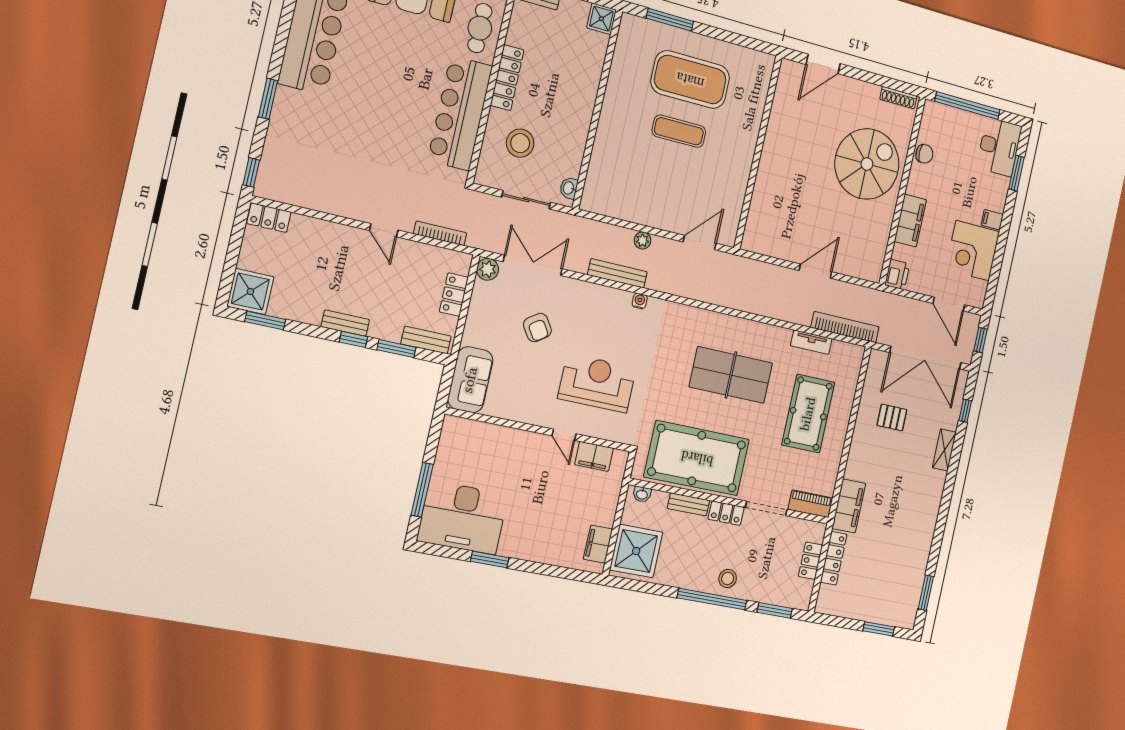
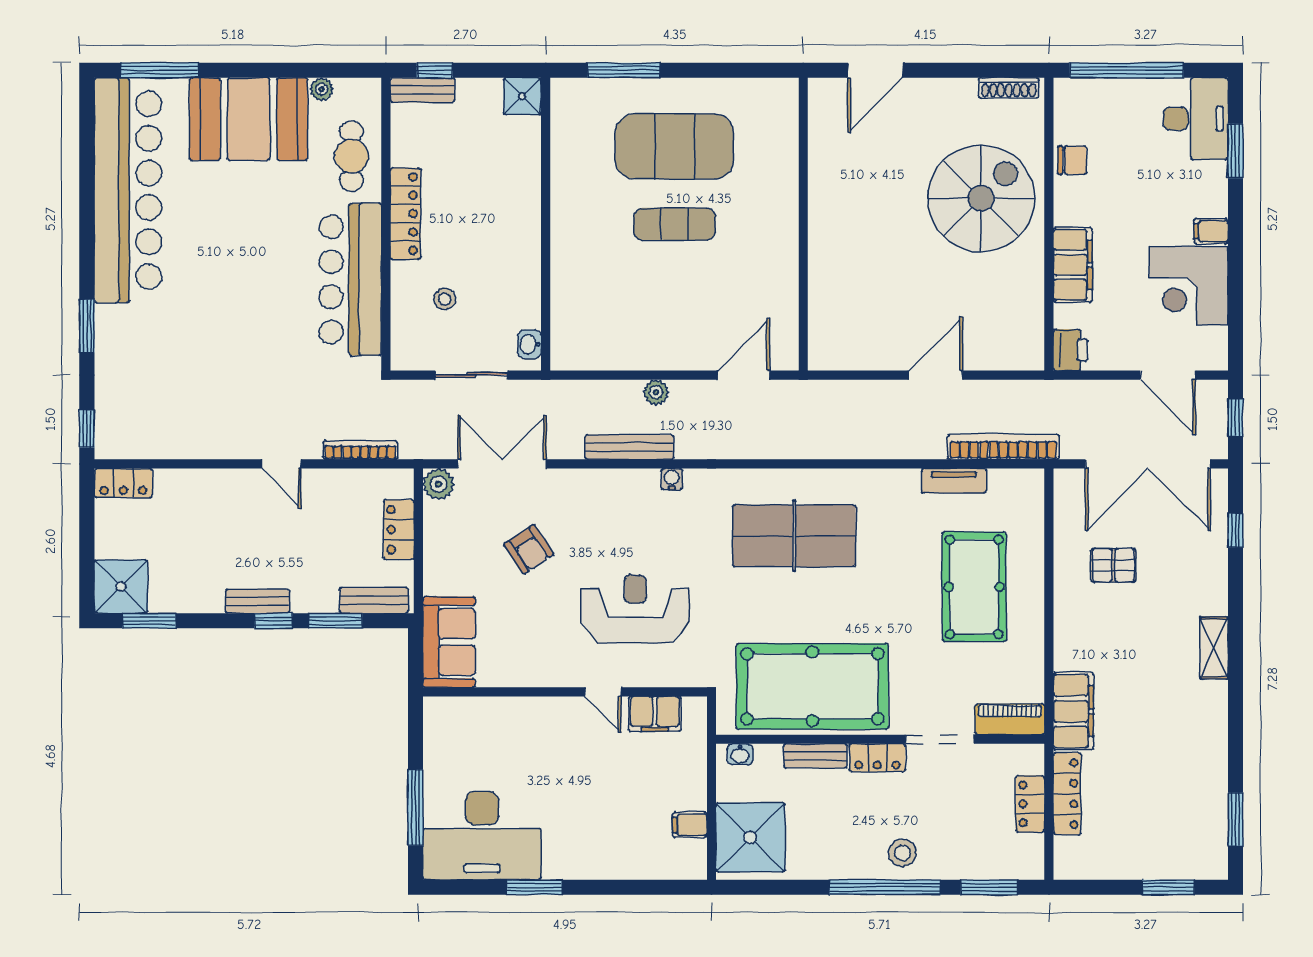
stool: (520, 143) -> (445, 299), width x0.53, depth x0.53
table tennis table: (731, 375) -> (794, 536), moved
shelving: (944, 450) -> (1214, 648), moved
filing cabinet: (598, 544) -> (690, 825), width x0.50

